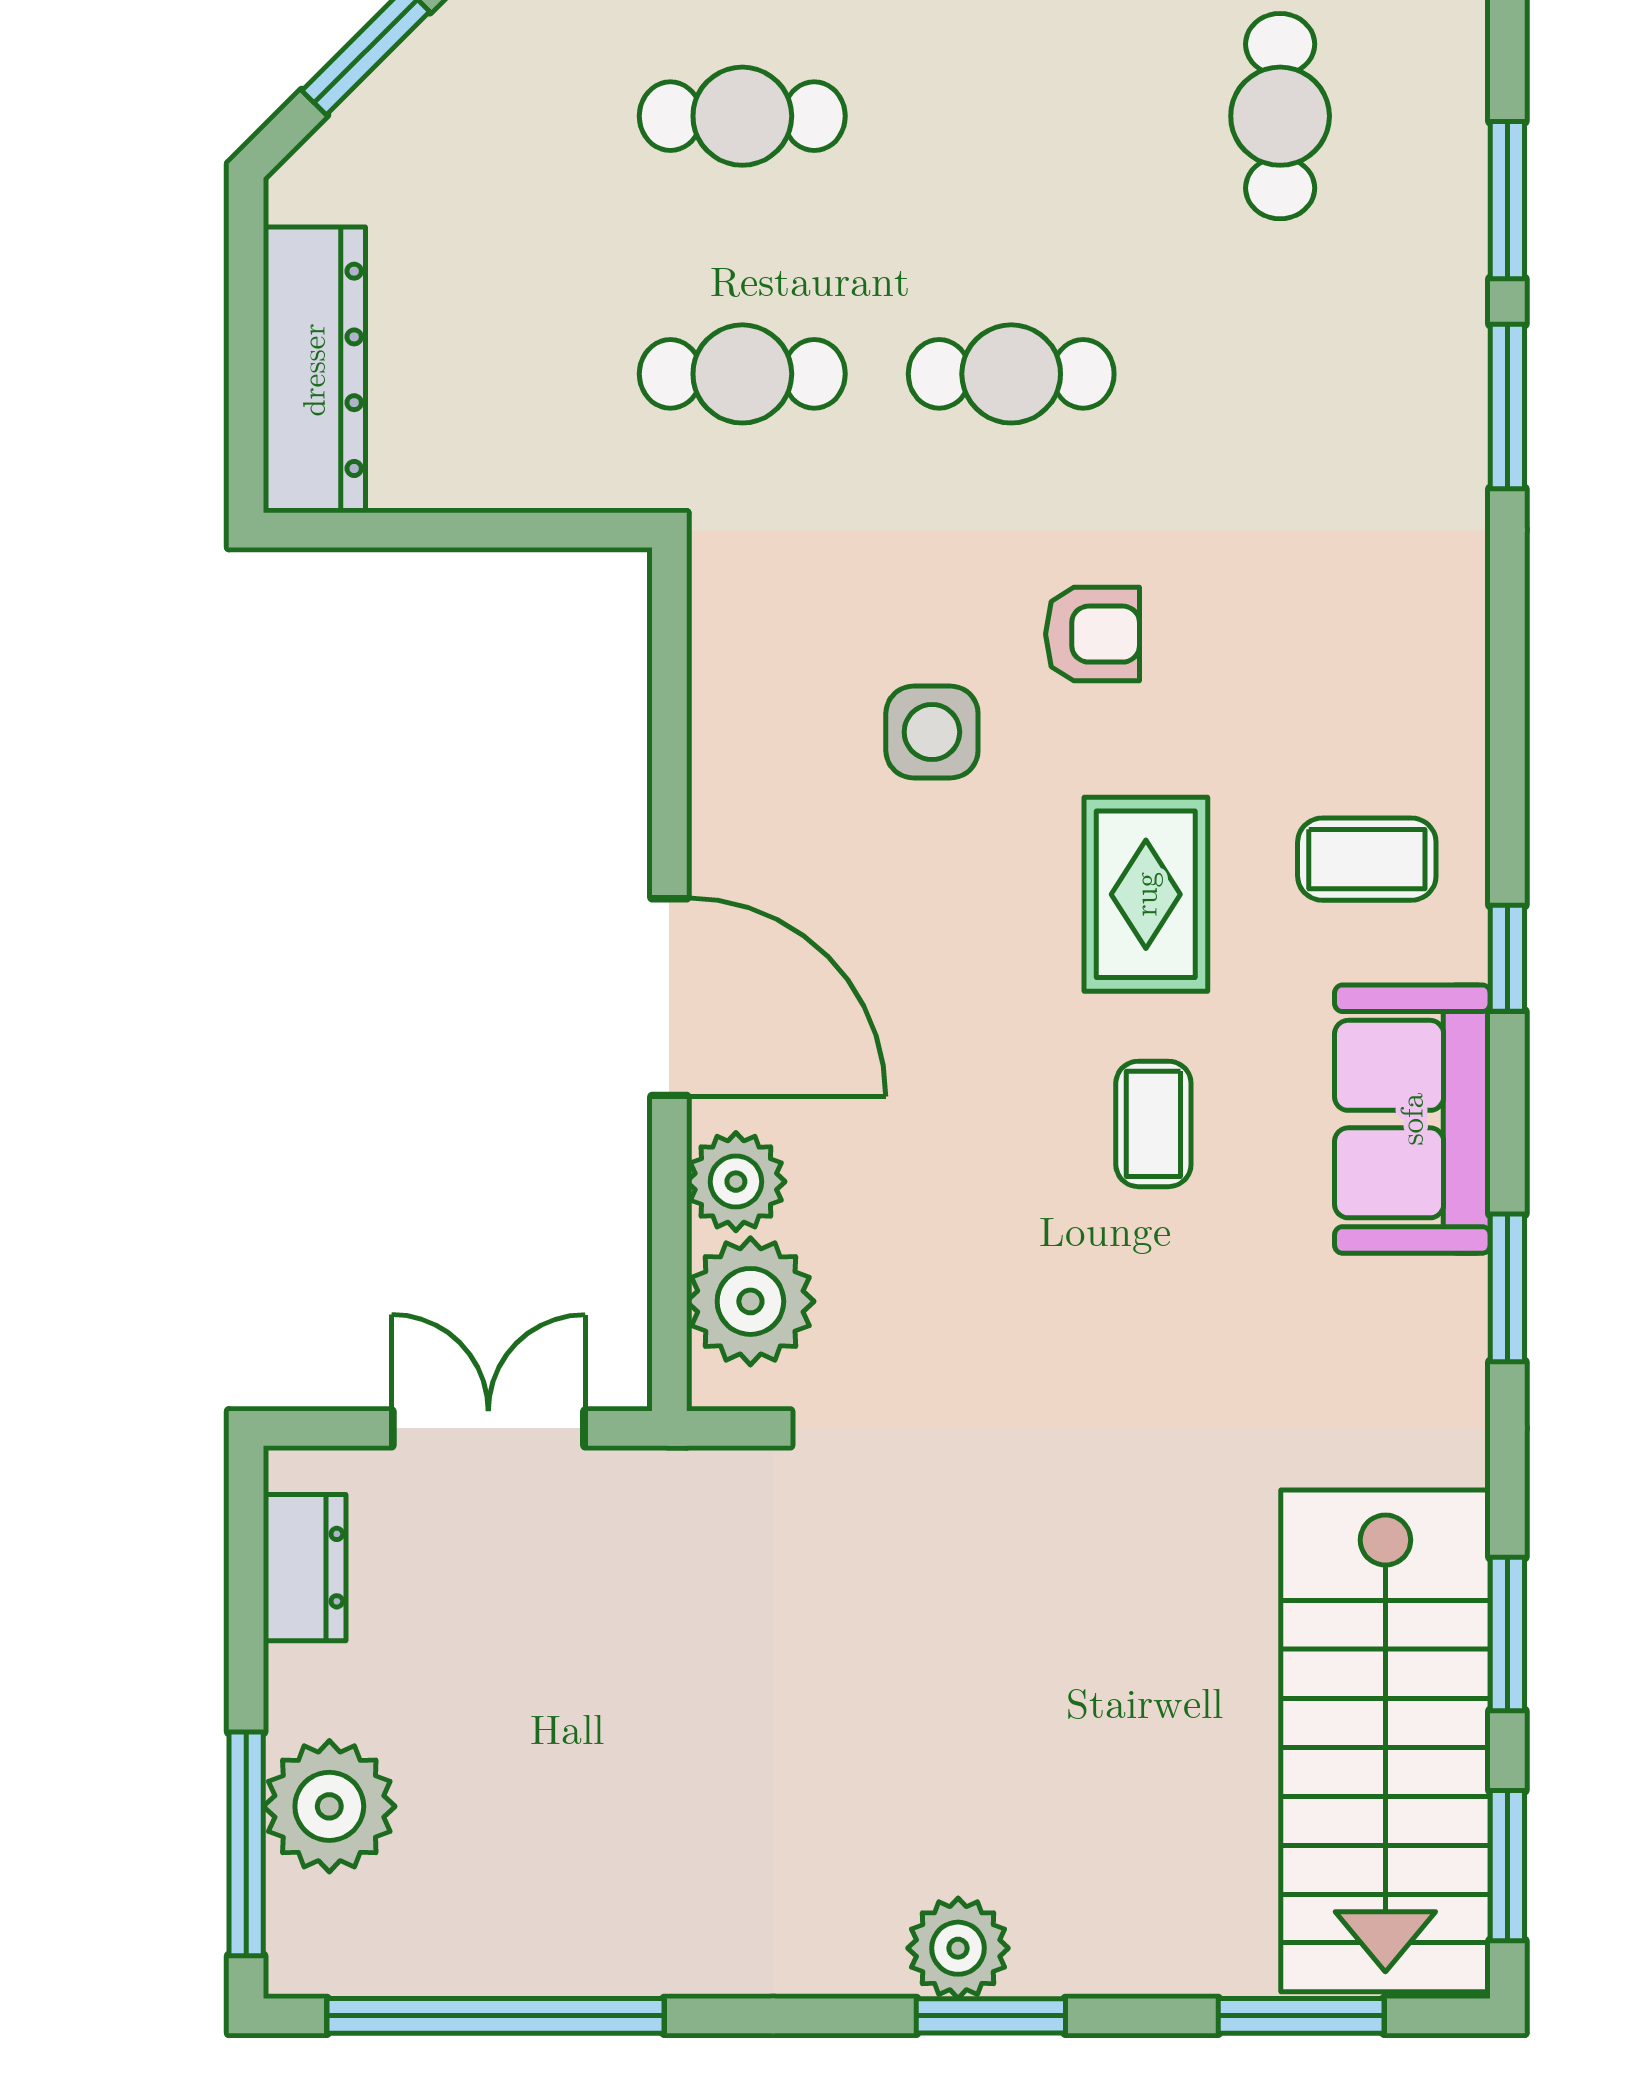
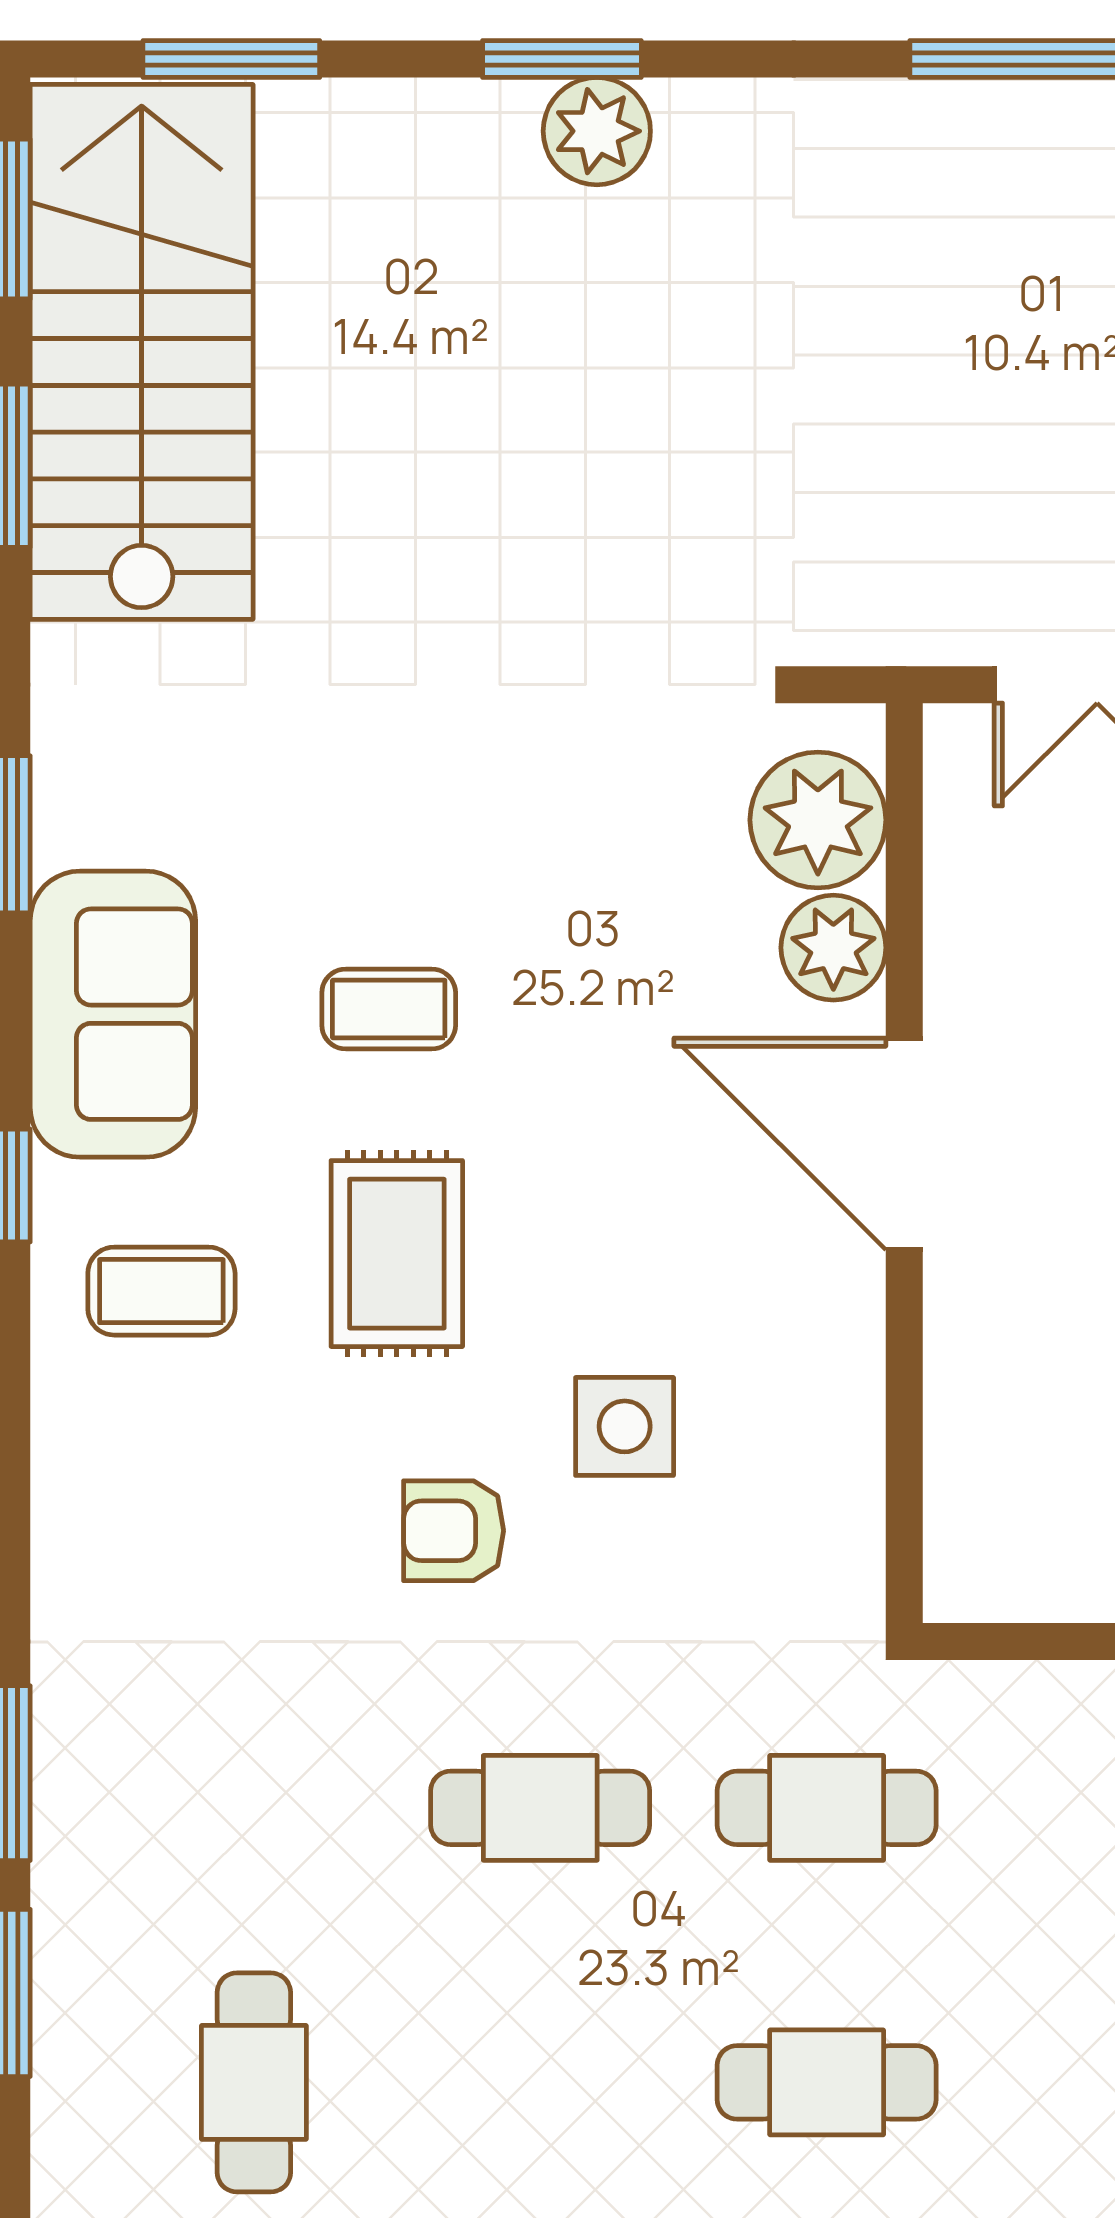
coffee table: (1153, 1124) -> (389, 1009), turned 90

